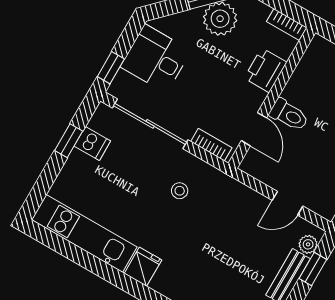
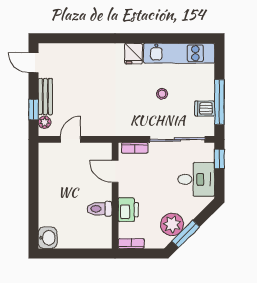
toilet: (289, 115) -> (99, 209), moved
window: (69, 141) -> (219, 102), width x2.17
stool: (180, 191) -> (162, 94), moved

